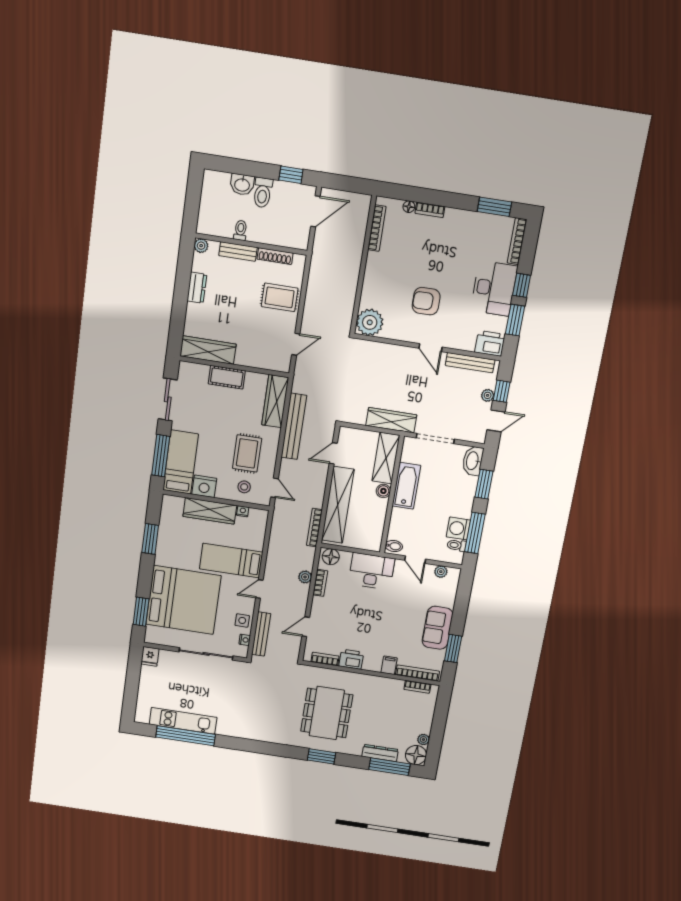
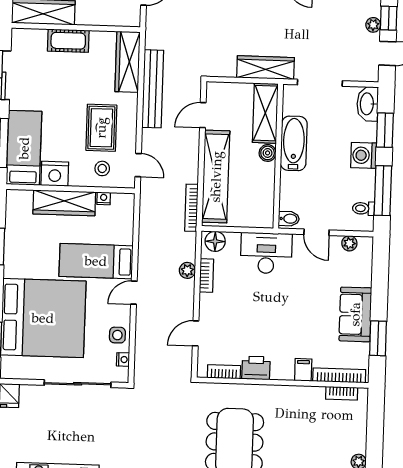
washing machine: (458, 528) -> (364, 155), moved
bench: (261, 634) -> (142, 349), removed

